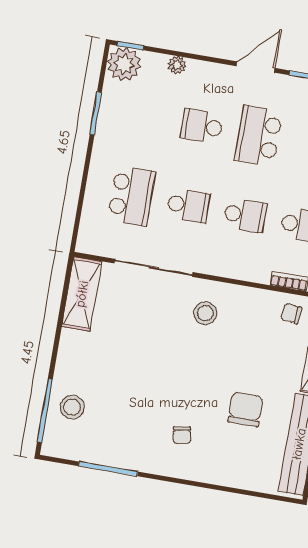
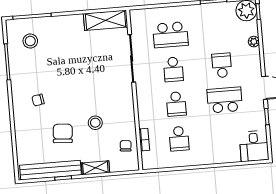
stool: (205, 313) -> (95, 123), moved
stool: (72, 407) -> (30, 41), moved
chair: (246, 409) -> (63, 133), turned -86

